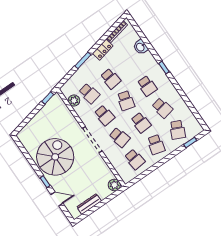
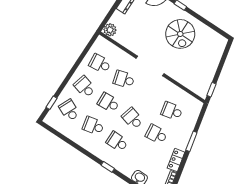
plant: (74, 100) -> (184, 98), removed
school desk: (104, 115) -> (148, 95), removed
spiral stairs: (55, 157) -> (180, 34), width x0.73, depth x0.73

